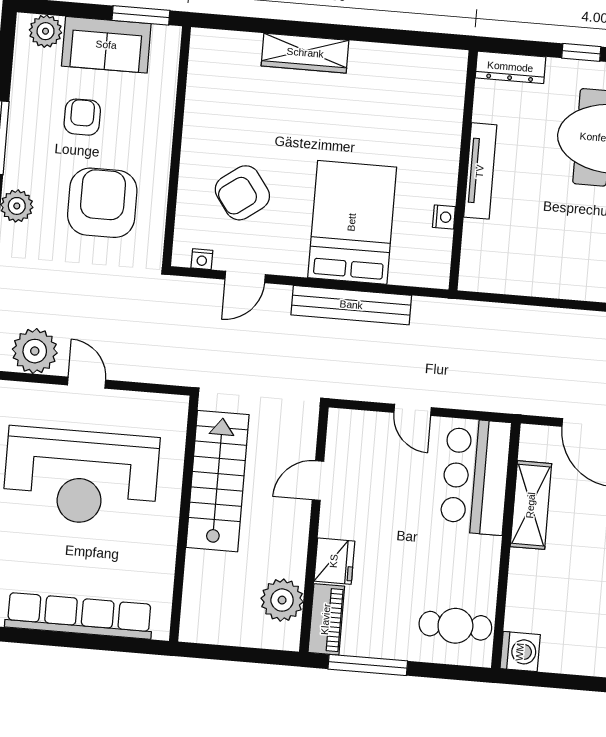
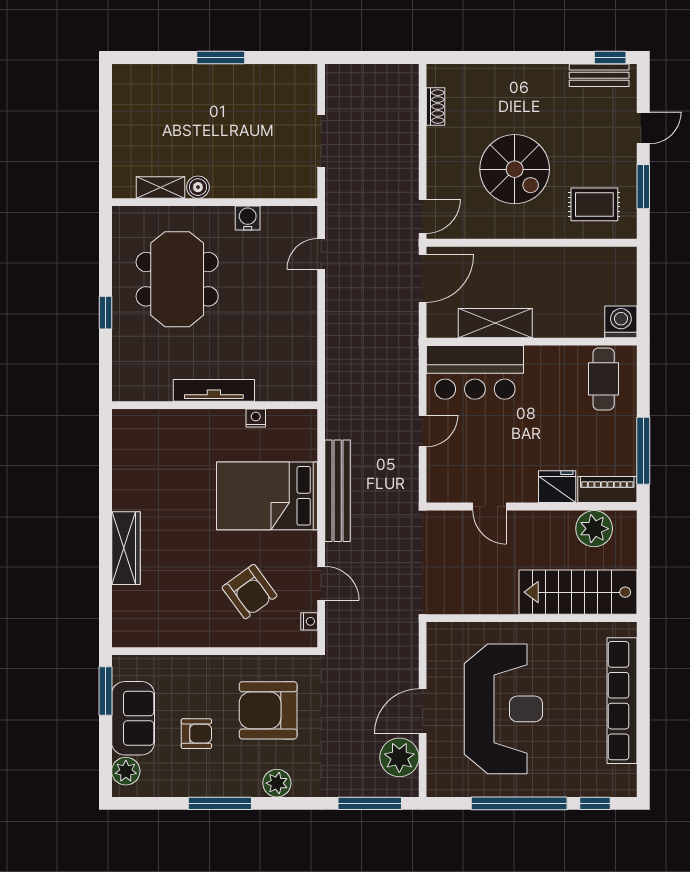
dresser: (510, 67) -> (123, 372), removed
armchair: (82, 117) -> (196, 734), turned 180
door: (86, 383) -> (423, 711), width x1.38
stairs: (218, 481) -> (578, 592), moved

